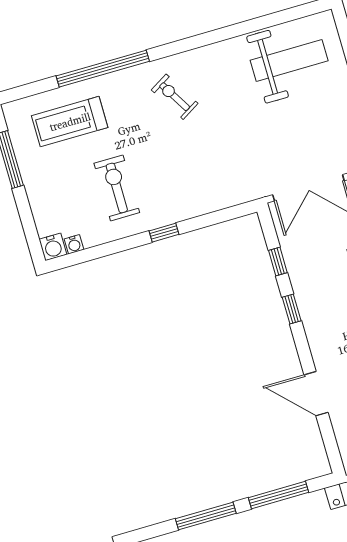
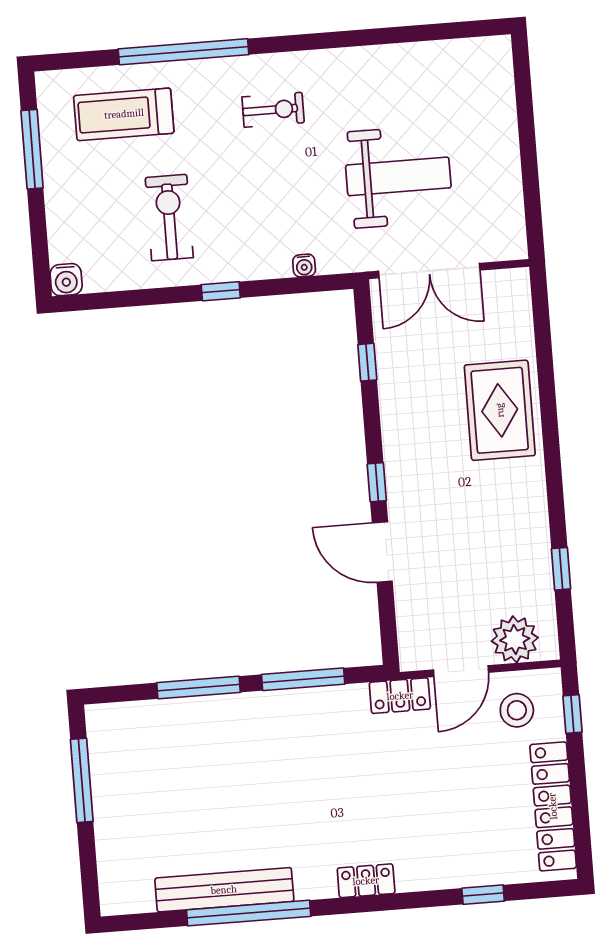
weight bench: (289, 60) -> (398, 176), moved
exercise bike: (175, 97) -> (273, 110), turned 121
water cooler: (74, 244) -> (304, 266), moved
window: (292, 309) -> (377, 482), moved

